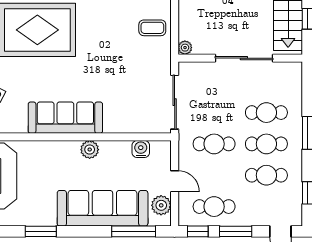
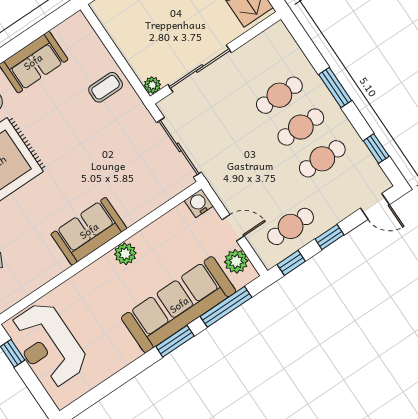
sliding door: (244, 58) -> (200, 69), moved
sofa: (65, 118) -> (89, 231), width x0.73
cafe table: (214, 144) -> (248, 163), removed
water cooler: (141, 149) -> (199, 203), moved
window: (41, 231) -> (175, 341), moved
window: (236, 231) -> (329, 237), width x0.67

